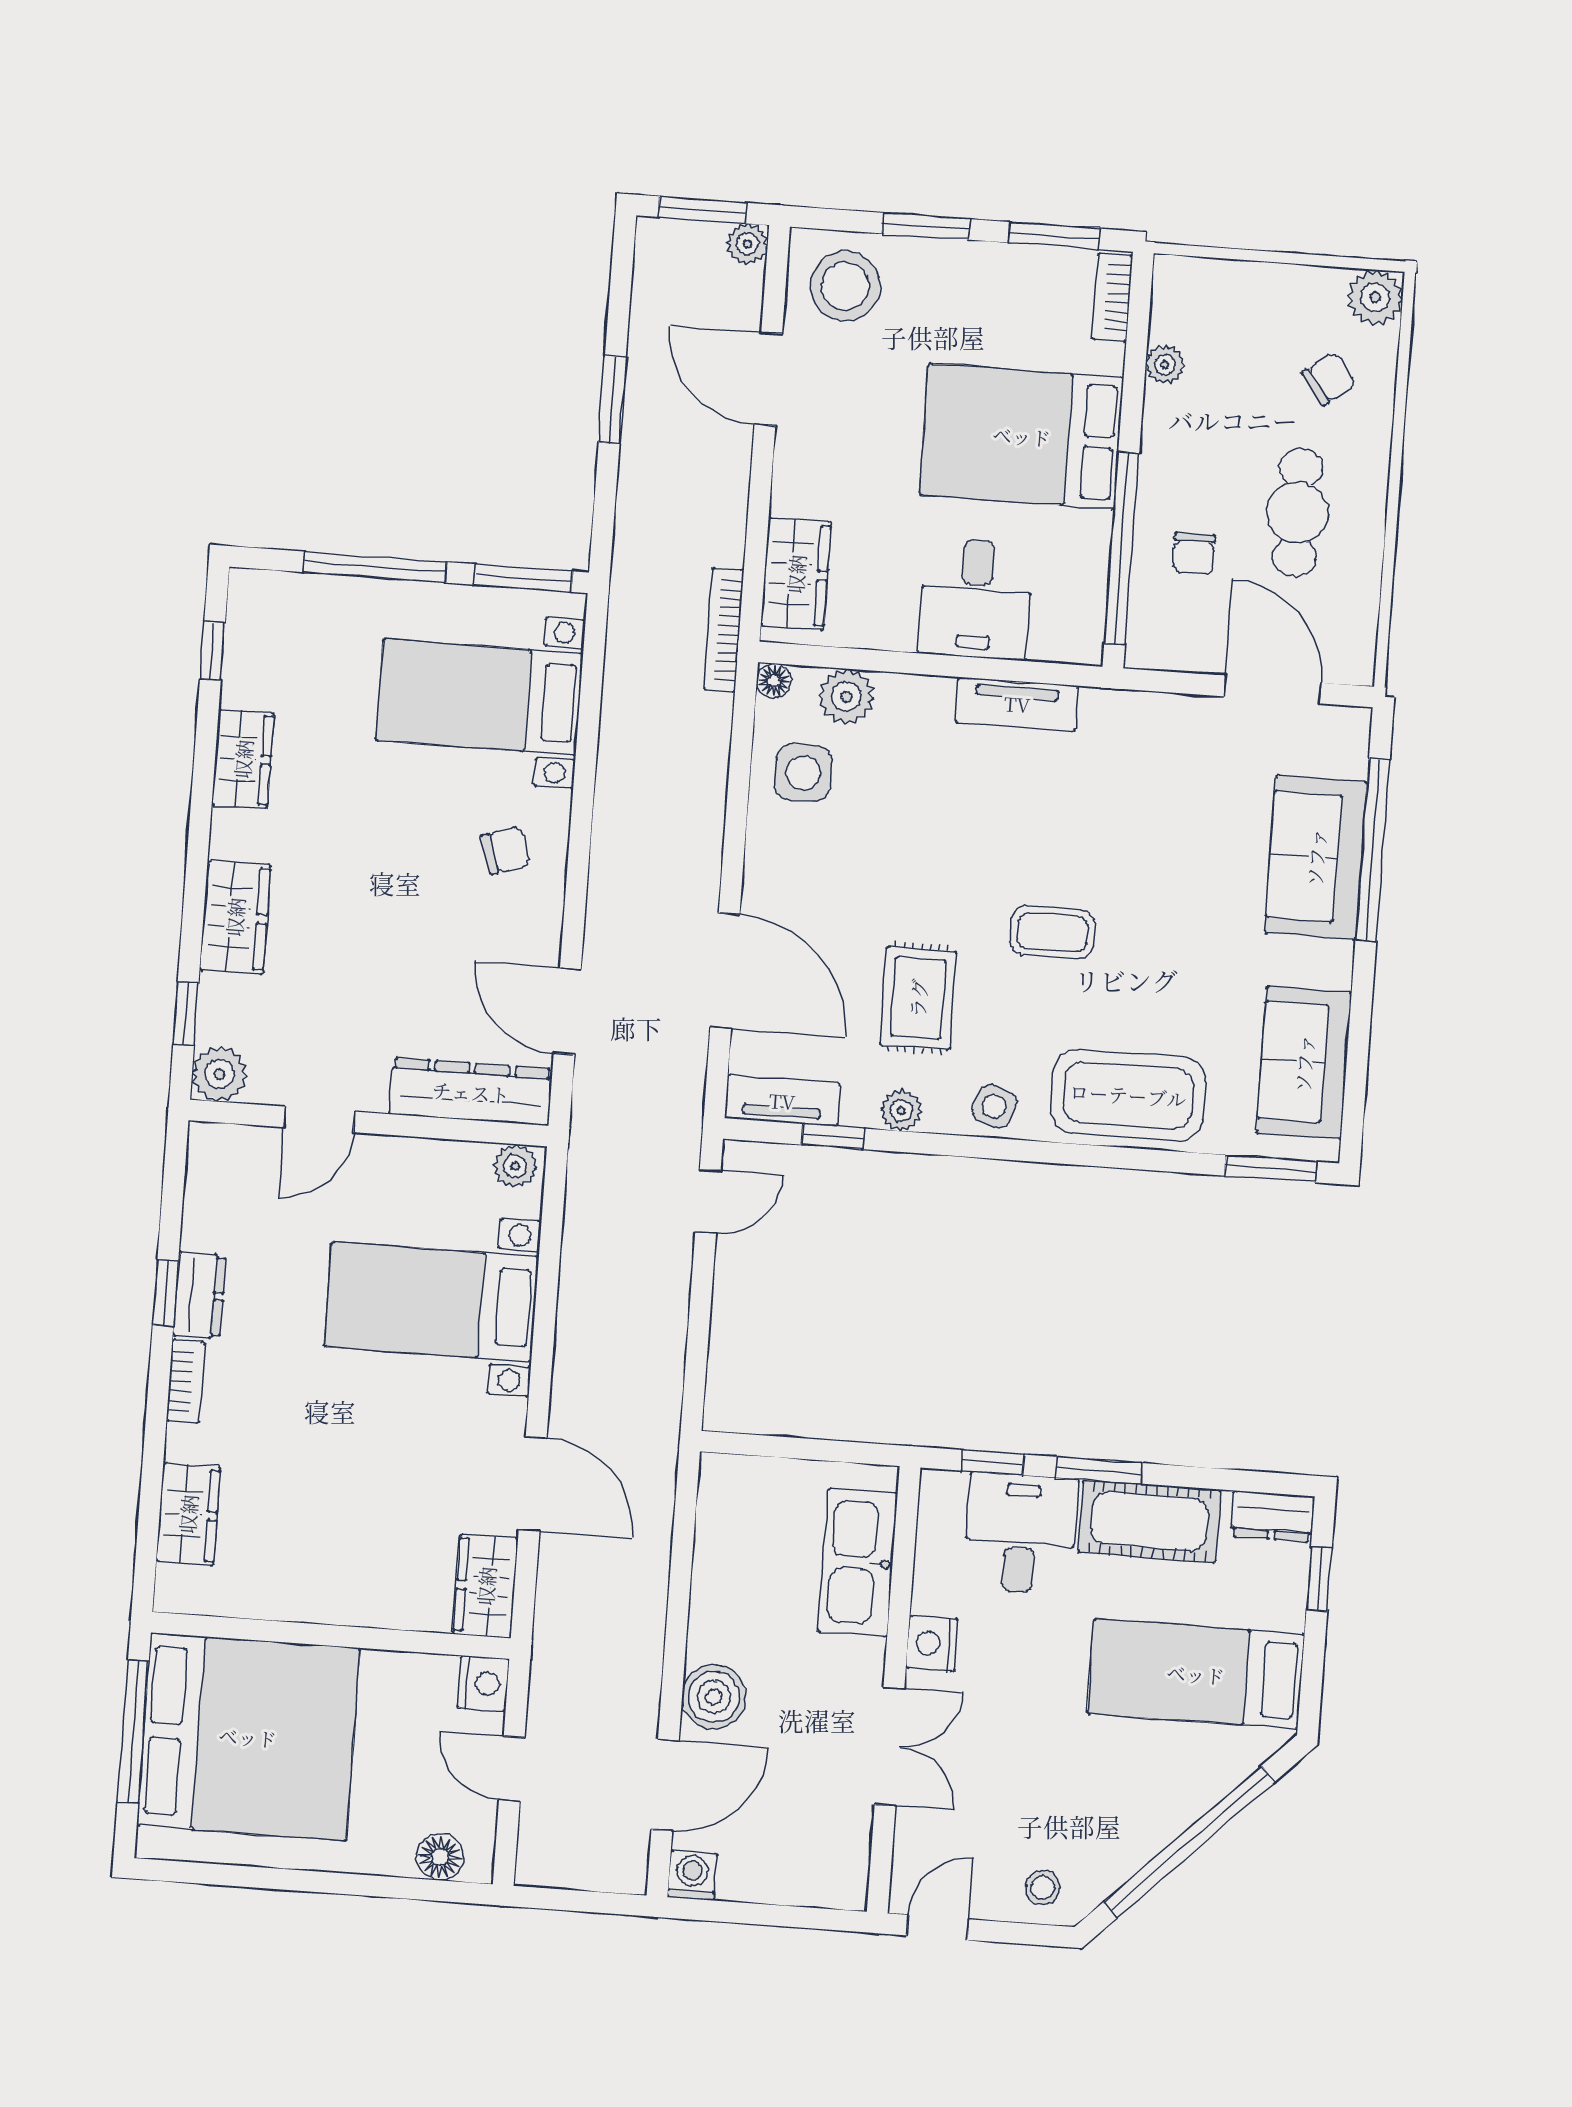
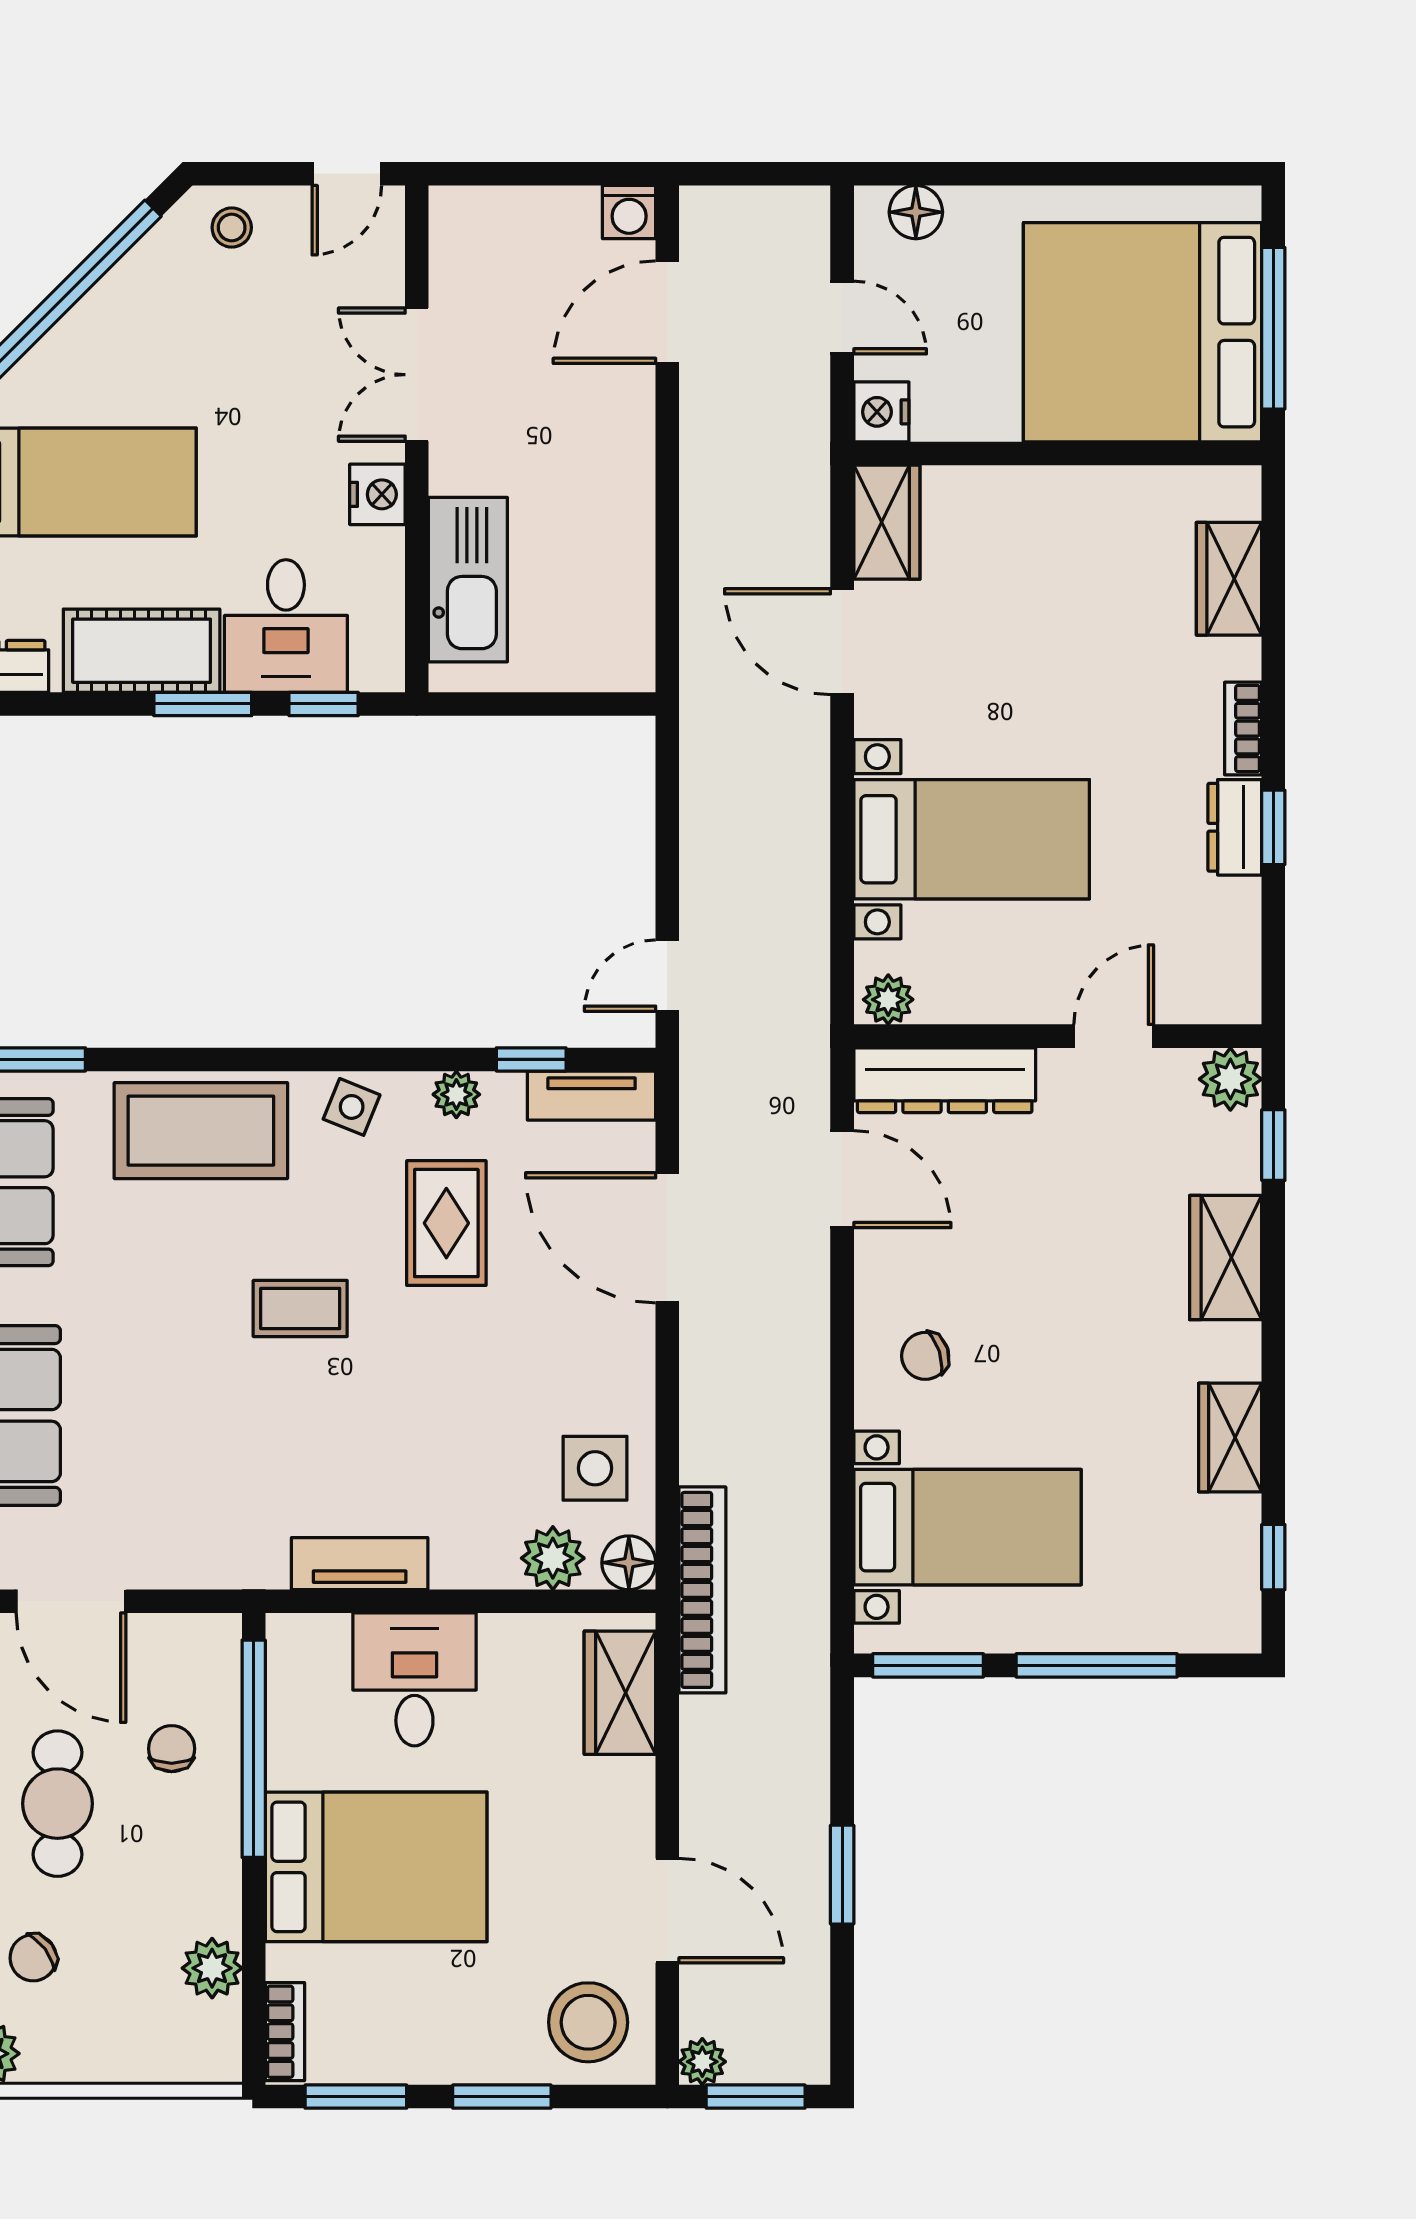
plant: (1165, 365) -> (212, 1968), width x1.38, depth x1.38
bookcase: (724, 630) -> (702, 1590), width x1.48, depth x1.31
floor lamp: (774, 681) -> (629, 1563), width x1.37, depth x1.37
boiler: (714, 1697) -> (619, 416), removed

